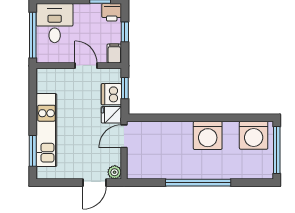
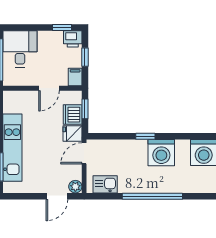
door: (86, 66) -> (49, 88), swing flipped
window: (190, 118) -> (145, 136), added
kitchen sink: (147, 170) -> (105, 184), added

